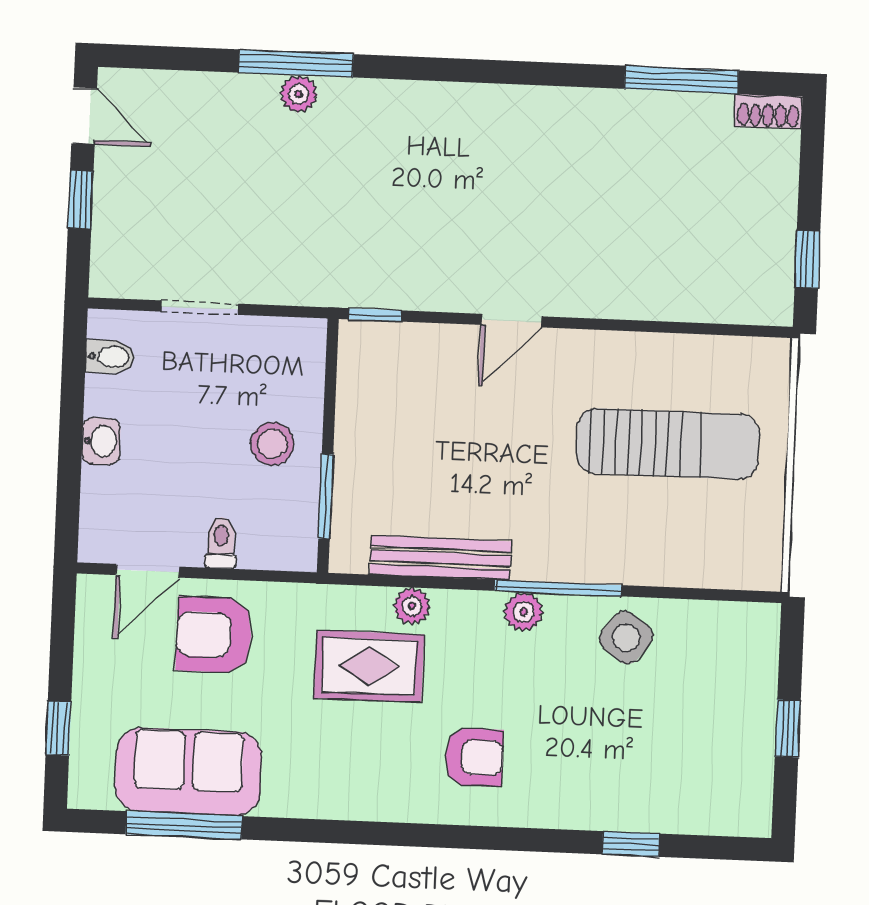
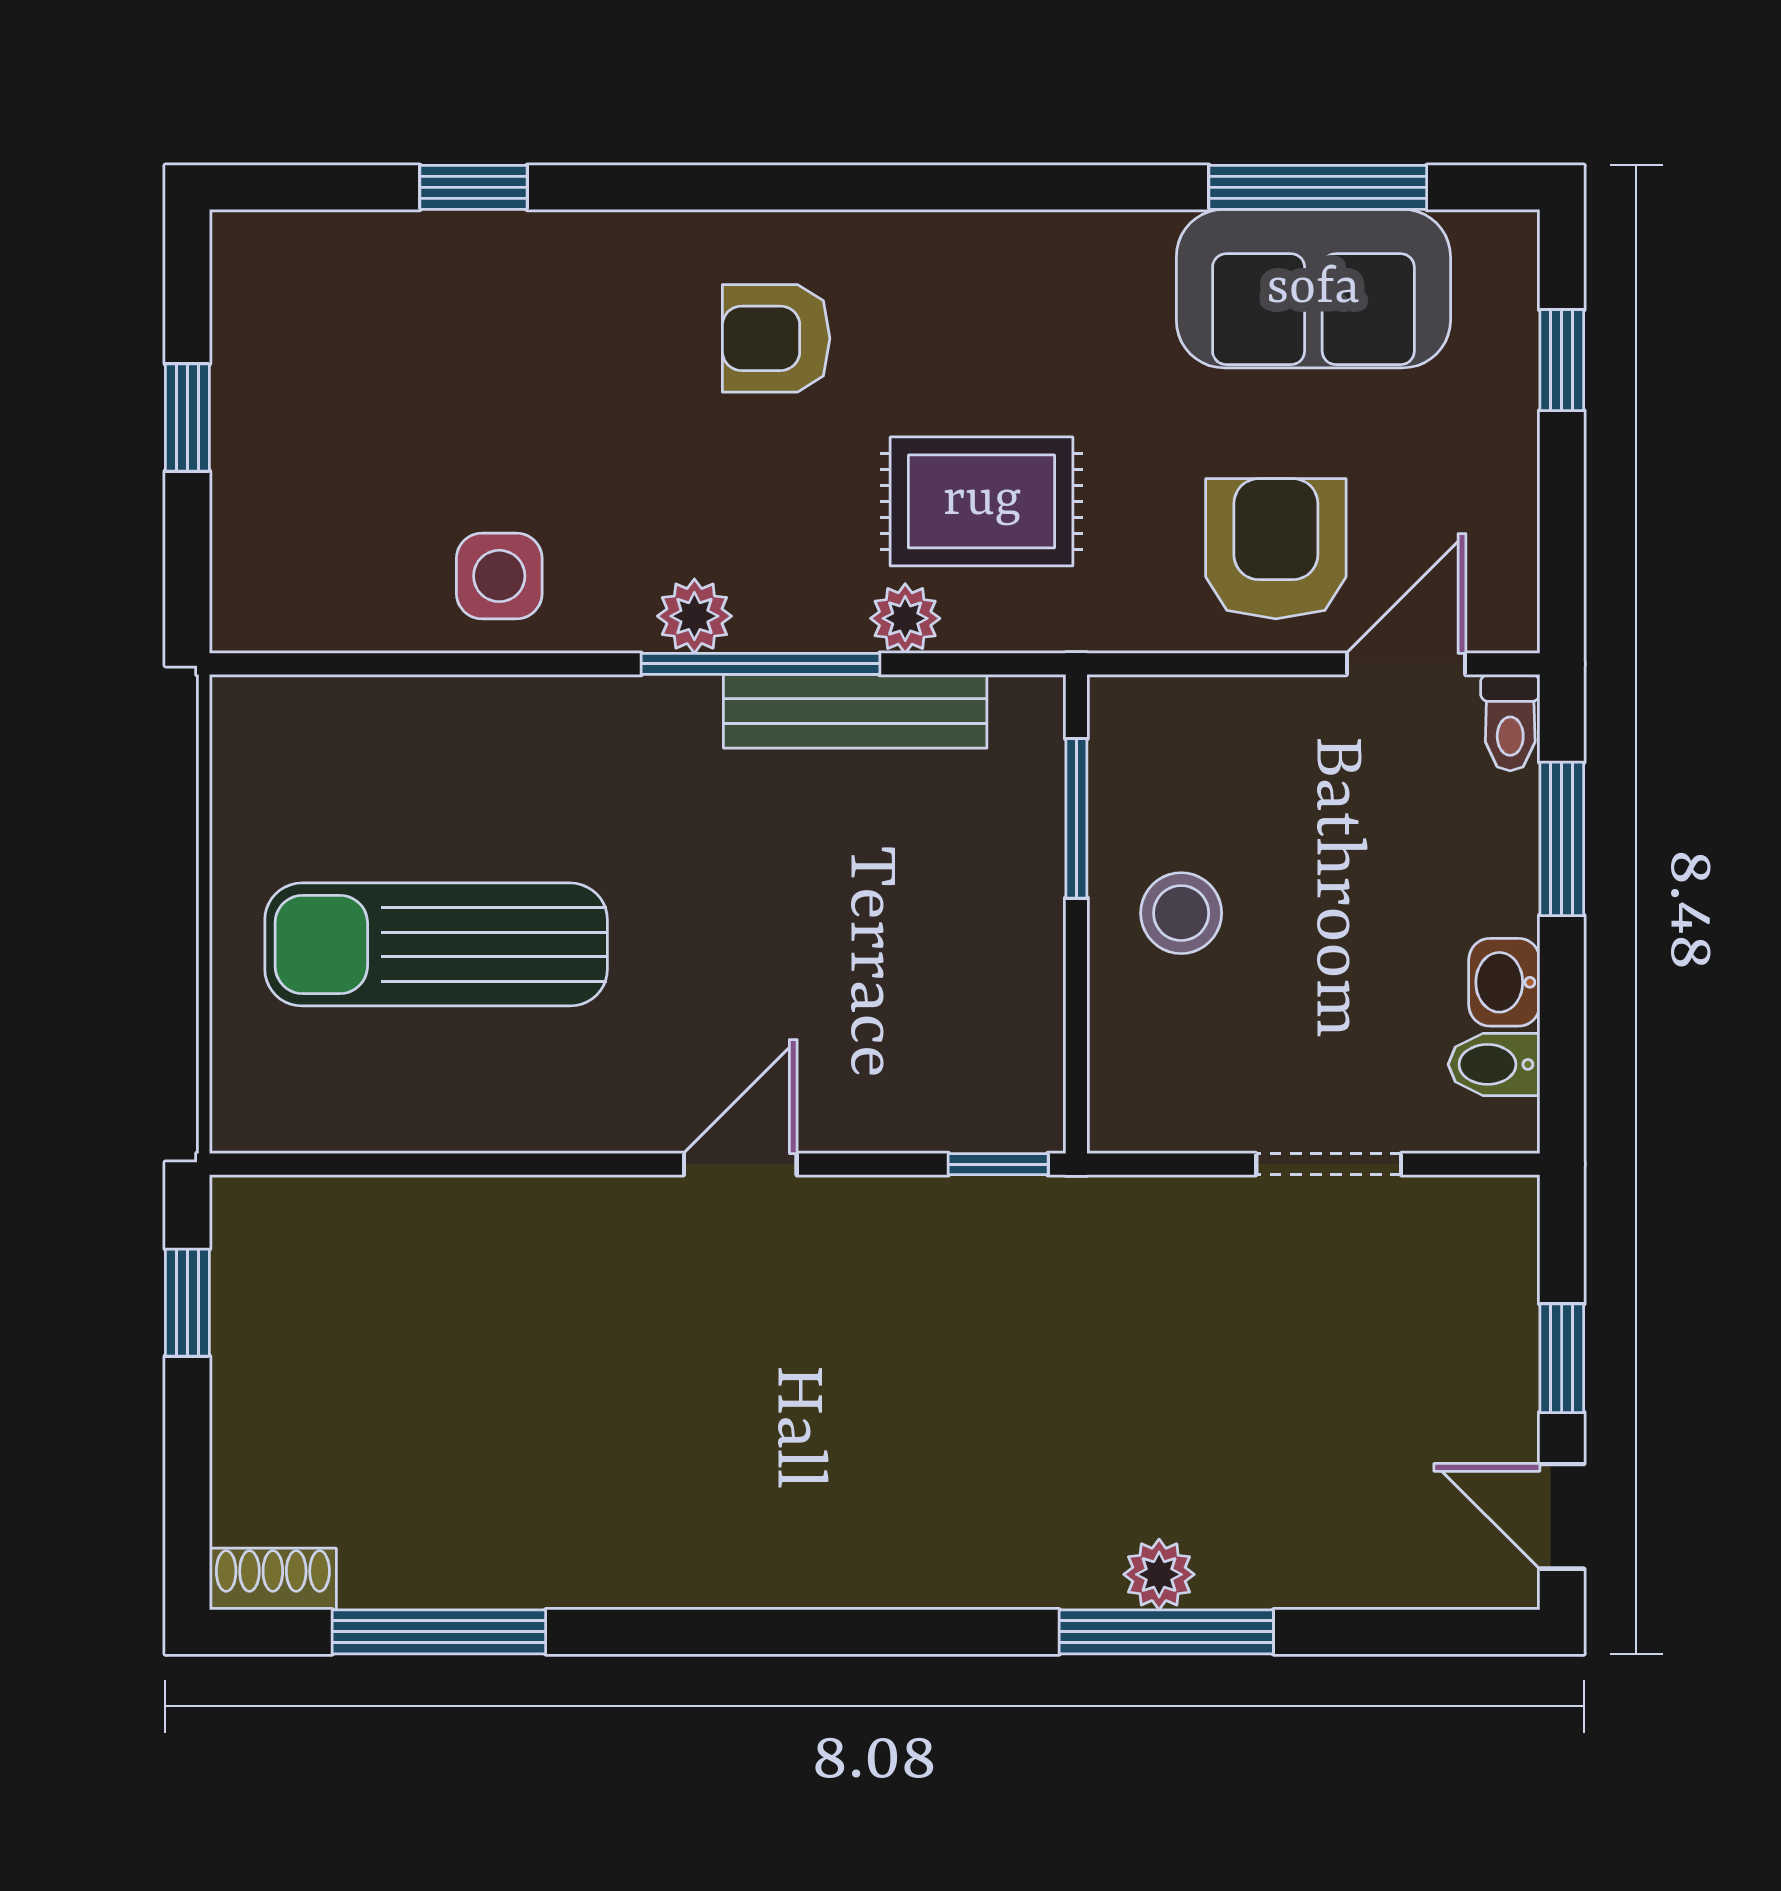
washbasin: (101, 441) -> (1504, 982), moved
window: (69, 475) -> (1562, 839), added
toilet: (221, 543) -> (1510, 723), moved
window: (558, 588) -> (760, 664), moved
armchair: (214, 635) -> (1276, 549), turned -90
side table: (626, 638) -> (499, 576), turned -37

